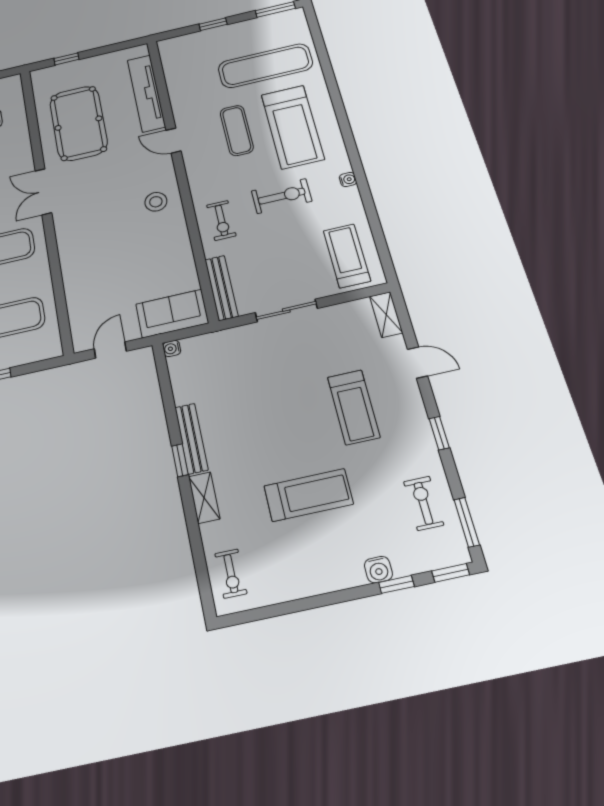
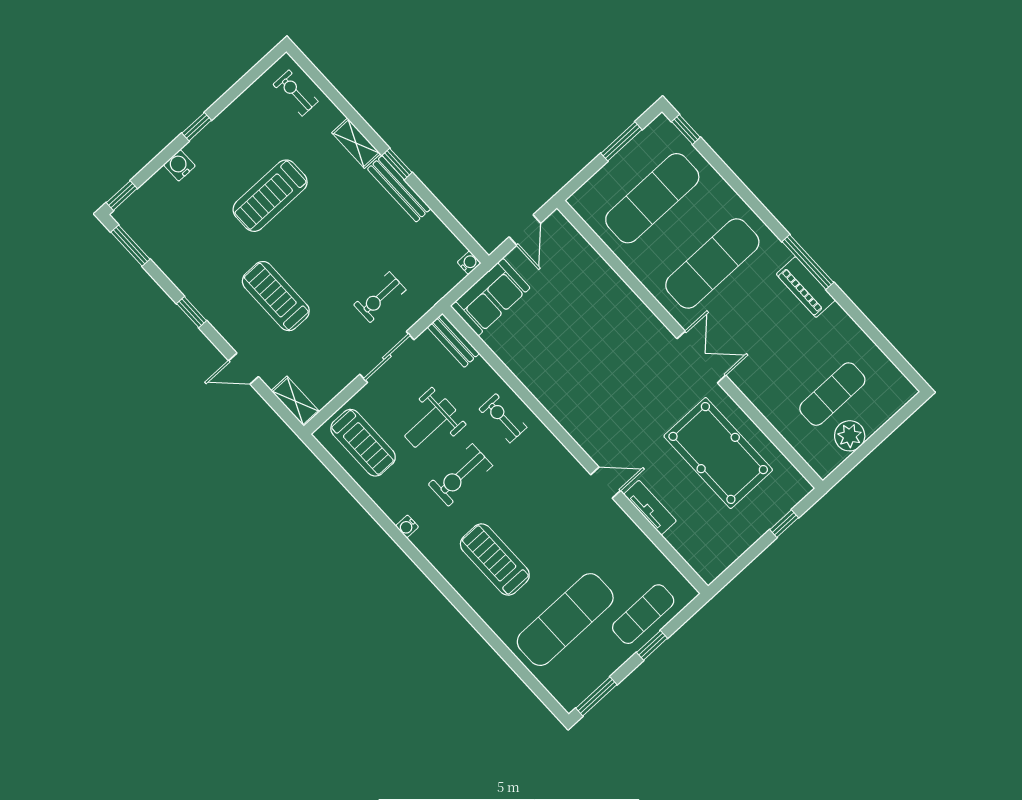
tv unit: (146, 93) -> (650, 508), width x0.52, depth x0.78
treadmill: (293, 127) -> (495, 560), width x0.73, depth x0.73
exercise mat: (237, 130) -> (643, 614), moved, turned 90
stool: (156, 202) -> (580, 405), removed
weight bench: (282, 244) -> (430, 423), added
bench: (221, 288) -> (453, 340), width x0.73
exercise bike: (423, 503) -> (380, 297), moved, turned 90
window: (396, 584) -> (197, 127), moved

